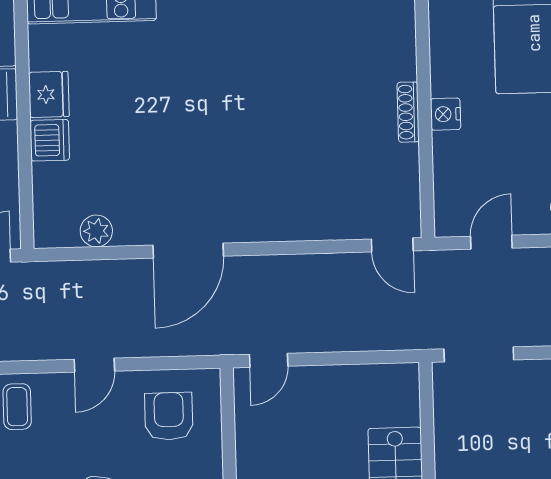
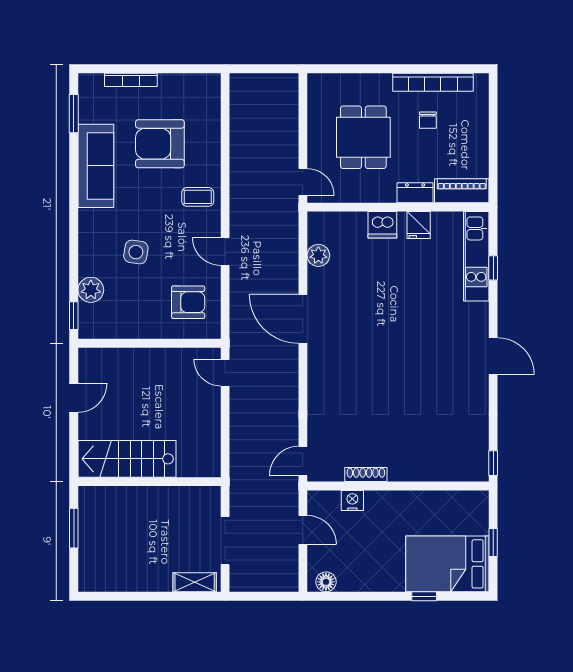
fridge: (49, 94) -> (419, 225), width x0.72
shoe rack: (408, 112) -> (366, 475), moved
nightstand: (446, 114) -> (352, 500), moved
doorway: (479, 354) -> (225, 541), moved

